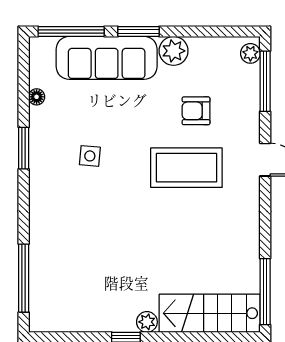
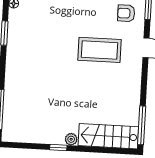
armchair: (196, 111) -> (126, 13), moved
side table: (90, 156) -> (43, 40), removed

